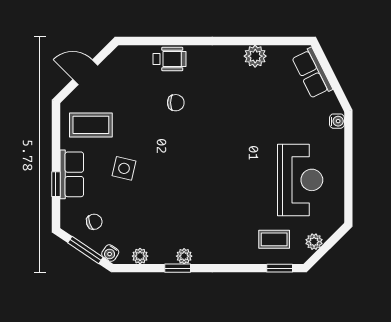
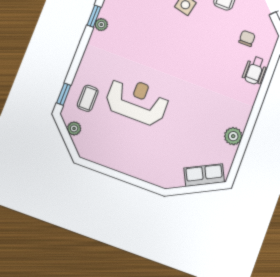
chair: (176, 103) -> (247, 38), moved, turned 180
water cooler: (337, 121) -> (160, 181), removed
reception desk: (300, 180) -> (137, 101), moved, turned 180

